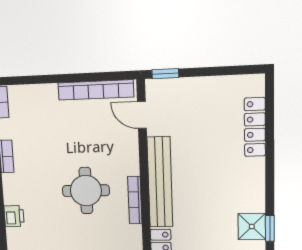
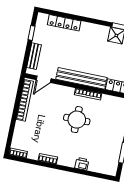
window: (165, 74) -> (31, 33), moved
bench: (180, 87) -> (34, 56), added

